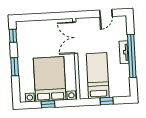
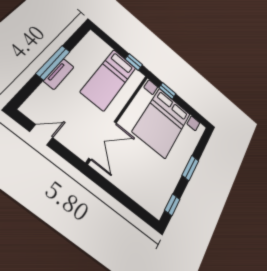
window: (132, 56) -> (53, 62), width x0.68
window: (107, 101) -> (134, 62), moved
window: (48, 104) -> (168, 91), moved

